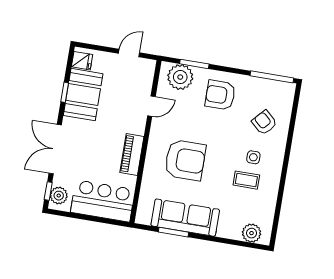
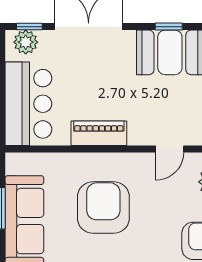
door: (151, 106) -> (170, 149), hinge flipped
armchair: (185, 160) -> (103, 208), turned 180

